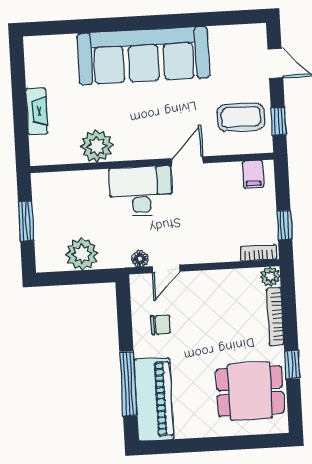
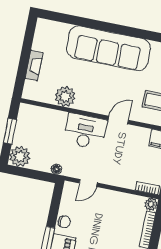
plant: (82, 254) -> (20, 156), moved
floor lamp: (140, 259) -> (56, 169), moved
chair: (161, 325) -> (64, 222), moved

